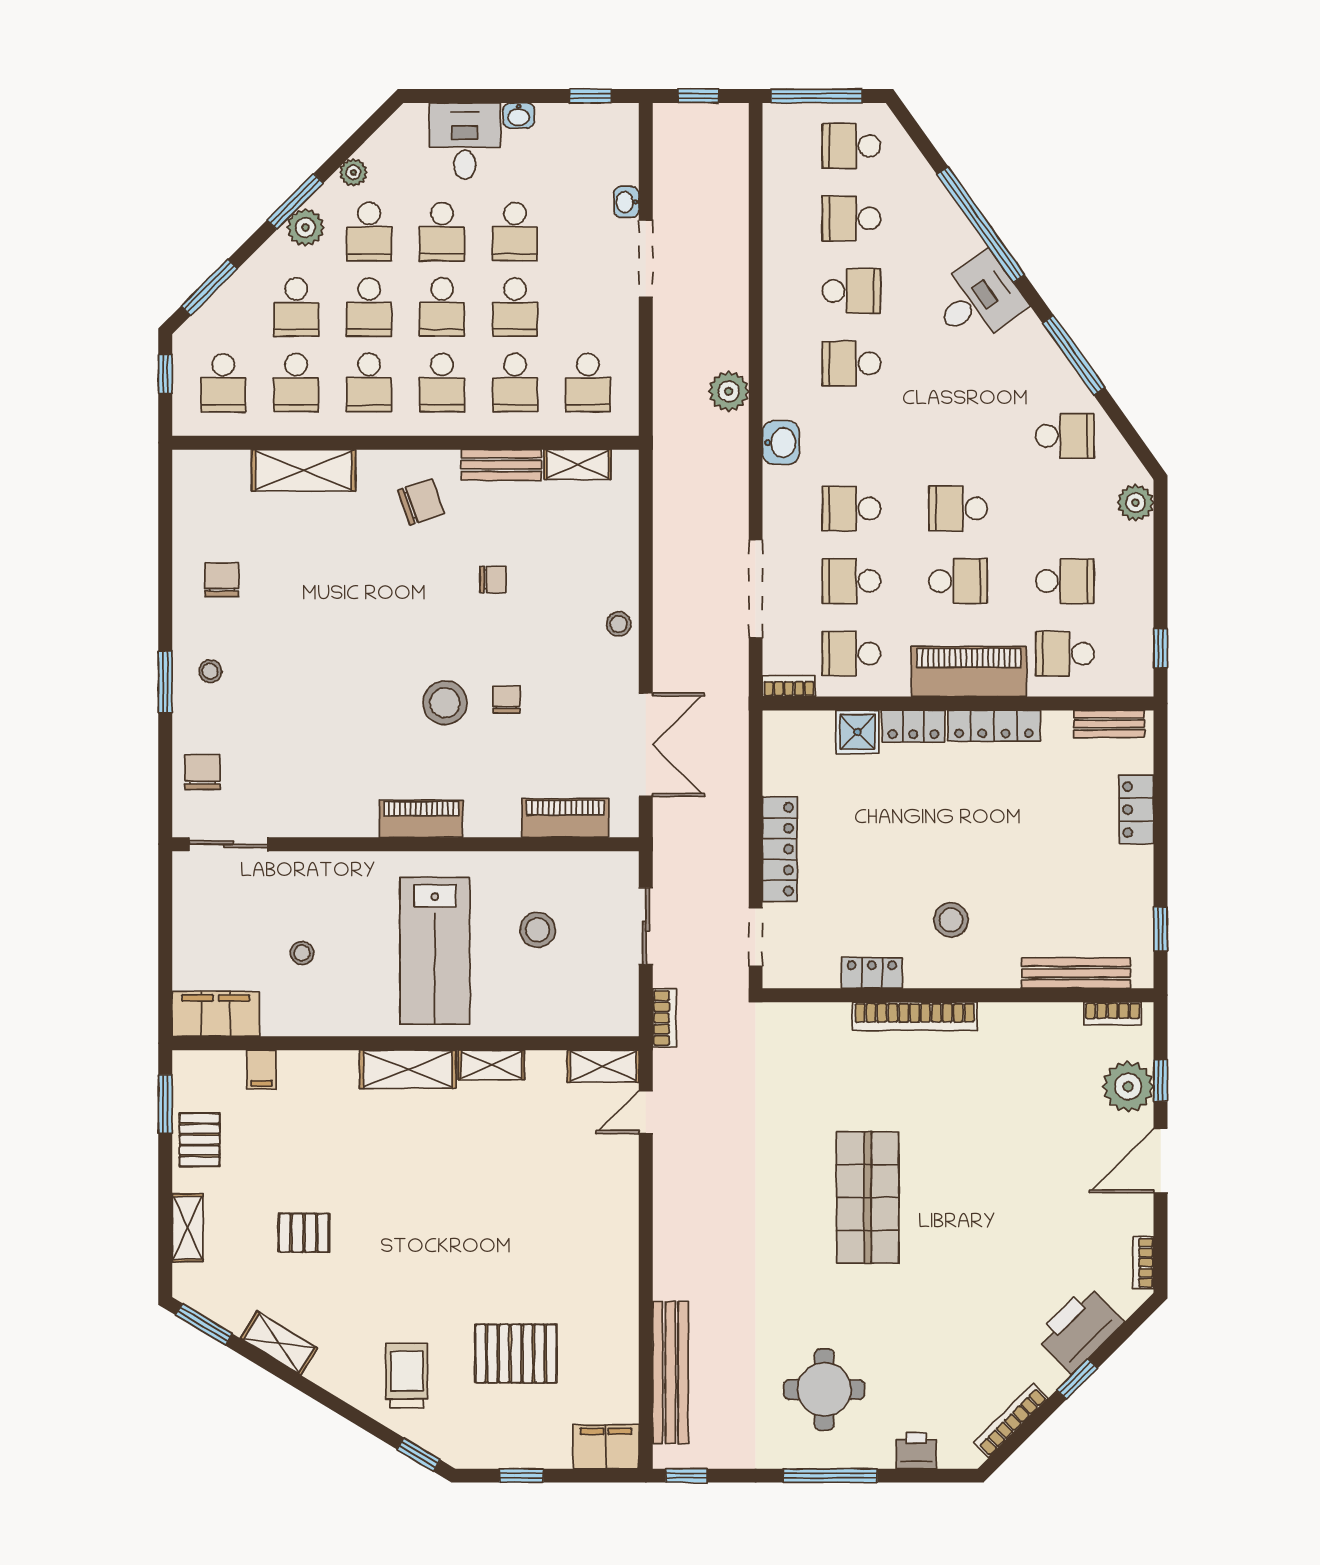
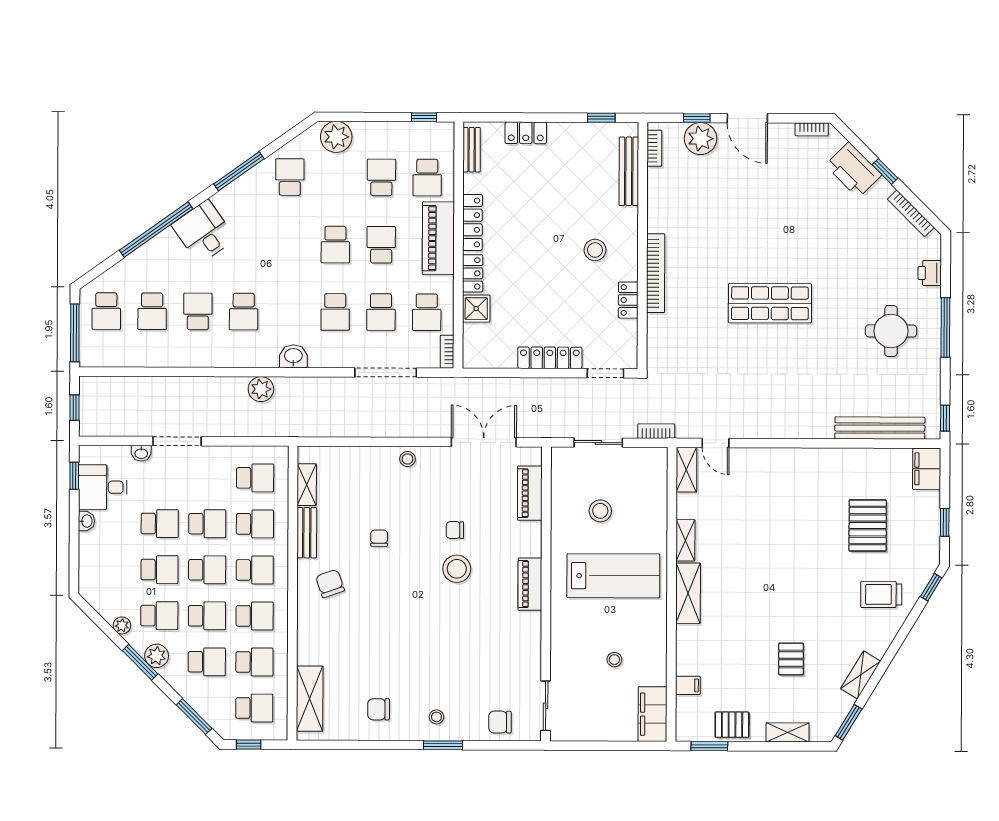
desk: (465, 141) -> (103, 487), moved
shelving: (303, 470) -> (310, 699), moved
plant: (1135, 503) -> (336, 137), width x1.36, depth x1.36

